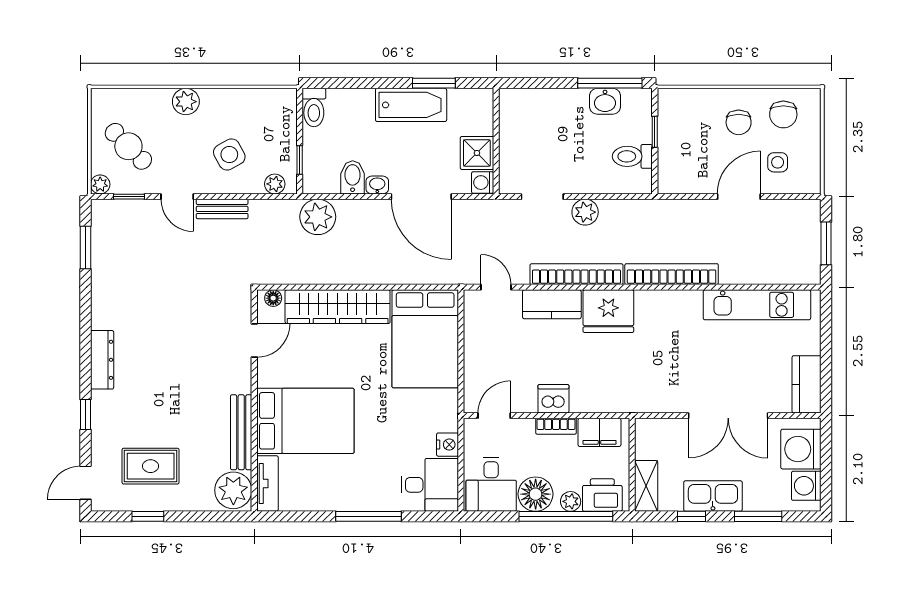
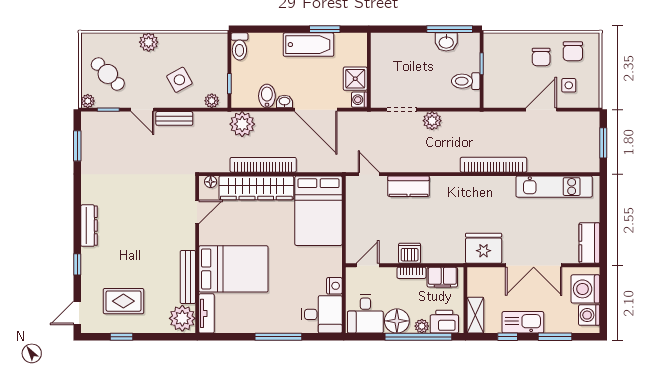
bookcase: (576, 274) -> (263, 165), moved
fridge: (608, 311) -> (484, 248), moved, turned 180

